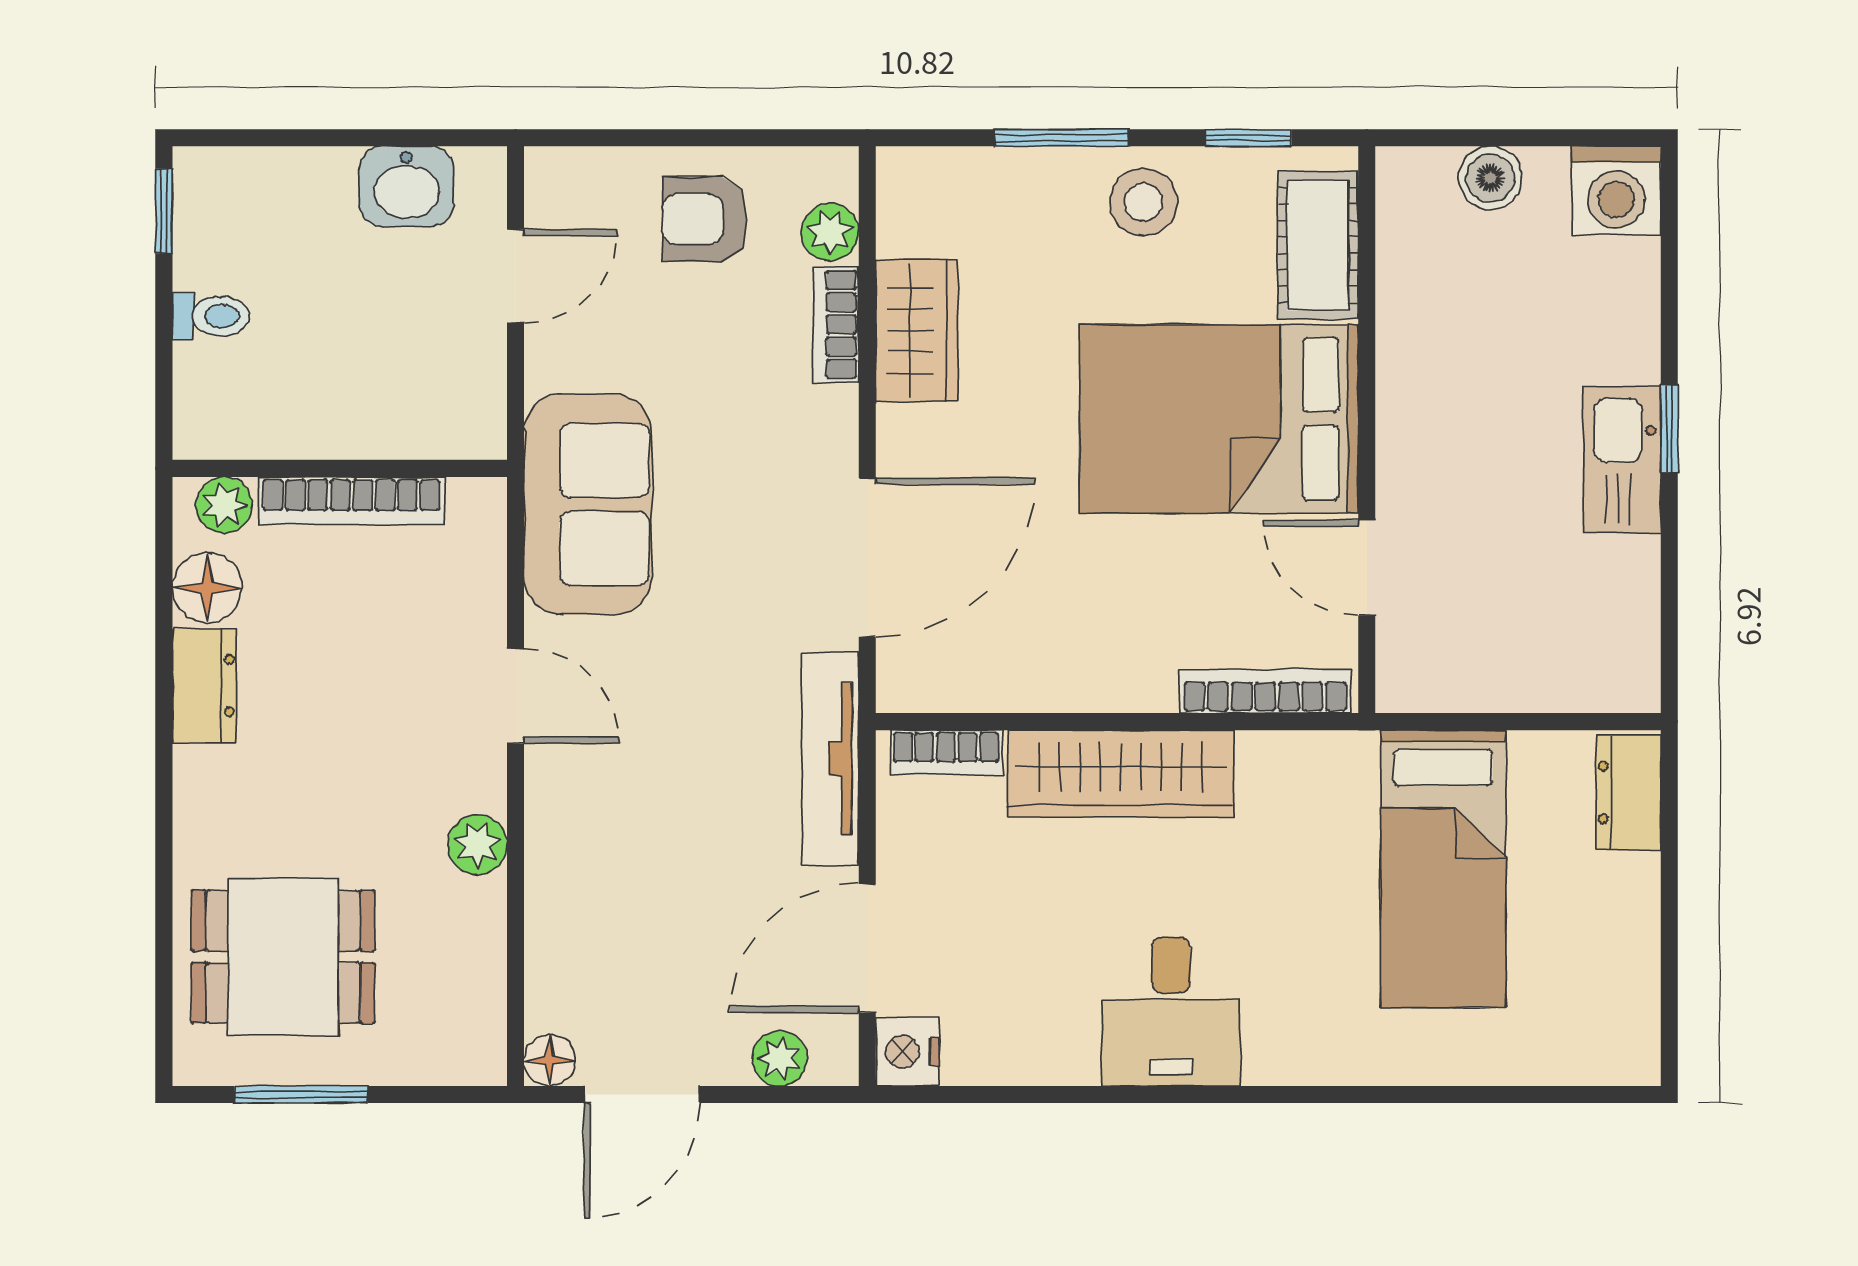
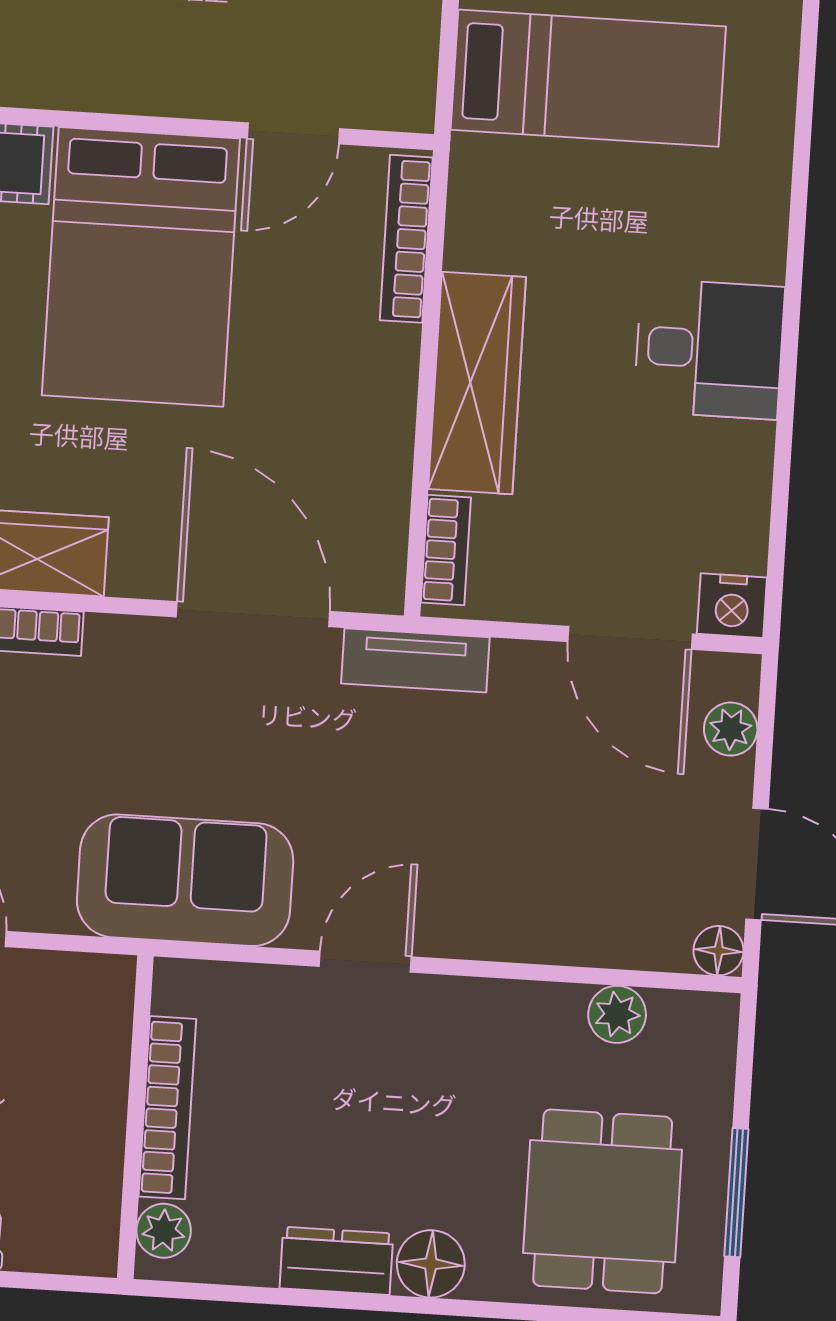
floor lamp: (207, 588) -> (431, 1264), moved
tv unit: (830, 759) -> (415, 660), width x0.71
plant: (477, 844) -> (617, 1014), moved

